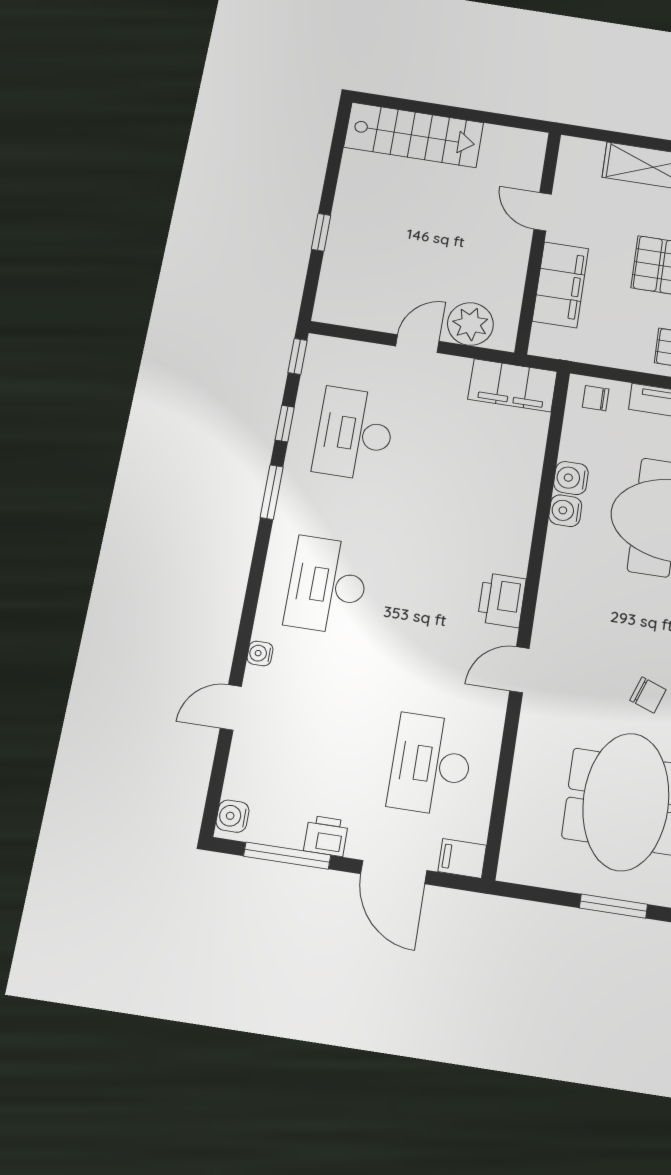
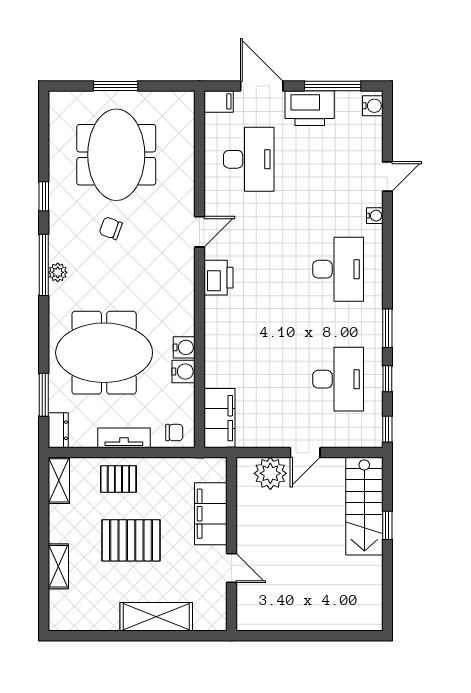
stairs: (414, 135) -> (364, 506), moved, turned -90
filing cabinet: (513, 385) -> (219, 418), moved, turned 90
printer: (326, 836) -> (310, 108), width x1.87, depth x1.48

